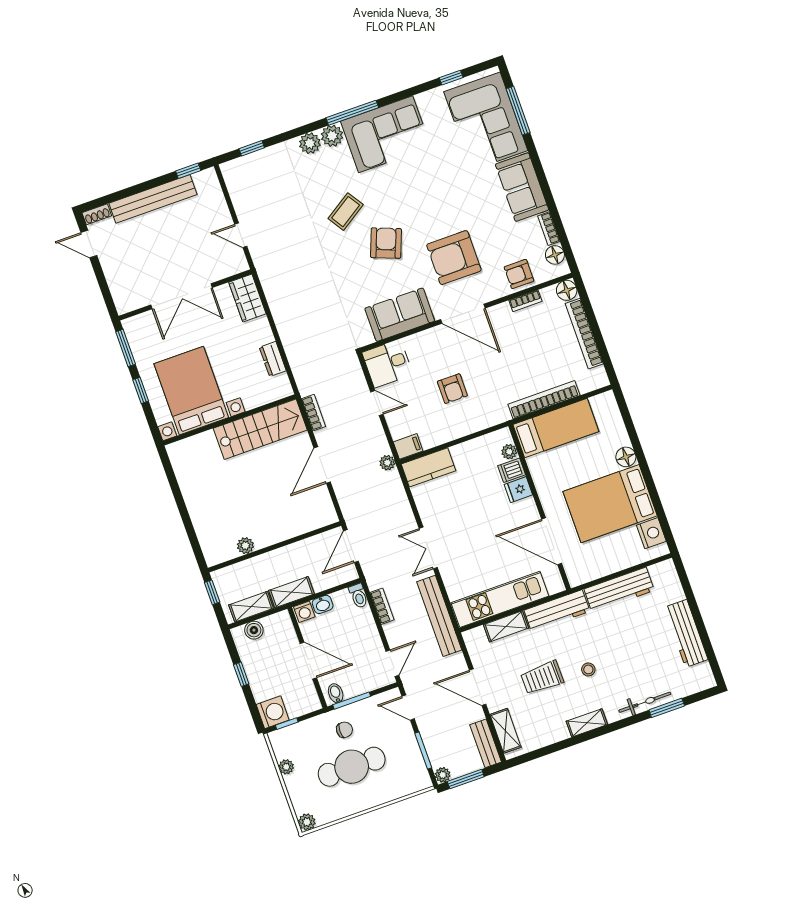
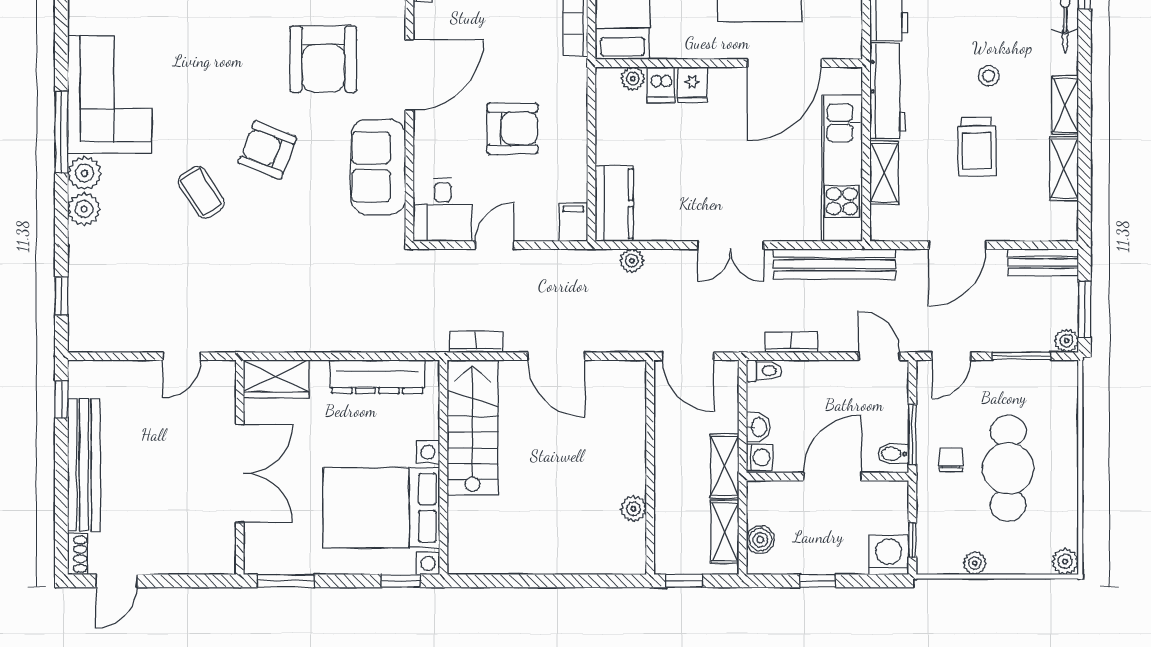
dresser: (273, 359) -> (377, 377), width x1.96, depth x1.24
armchair: (452, 389) -> (512, 129), width x1.38, depth x1.38
window: (141, 390) -> (401, 581), moved
plant: (387, 463) -> (632, 261), moved
shelving: (505, 731) -> (1064, 169), moved, turned 90

